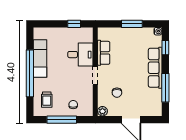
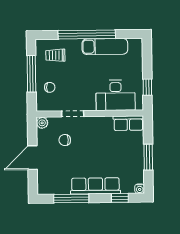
row of seats: (104, 53) -> (128, 123), moved
desk: (80, 55) -> (116, 95), width x1.37
doorway: (95, 76) -> (73, 114), moved

